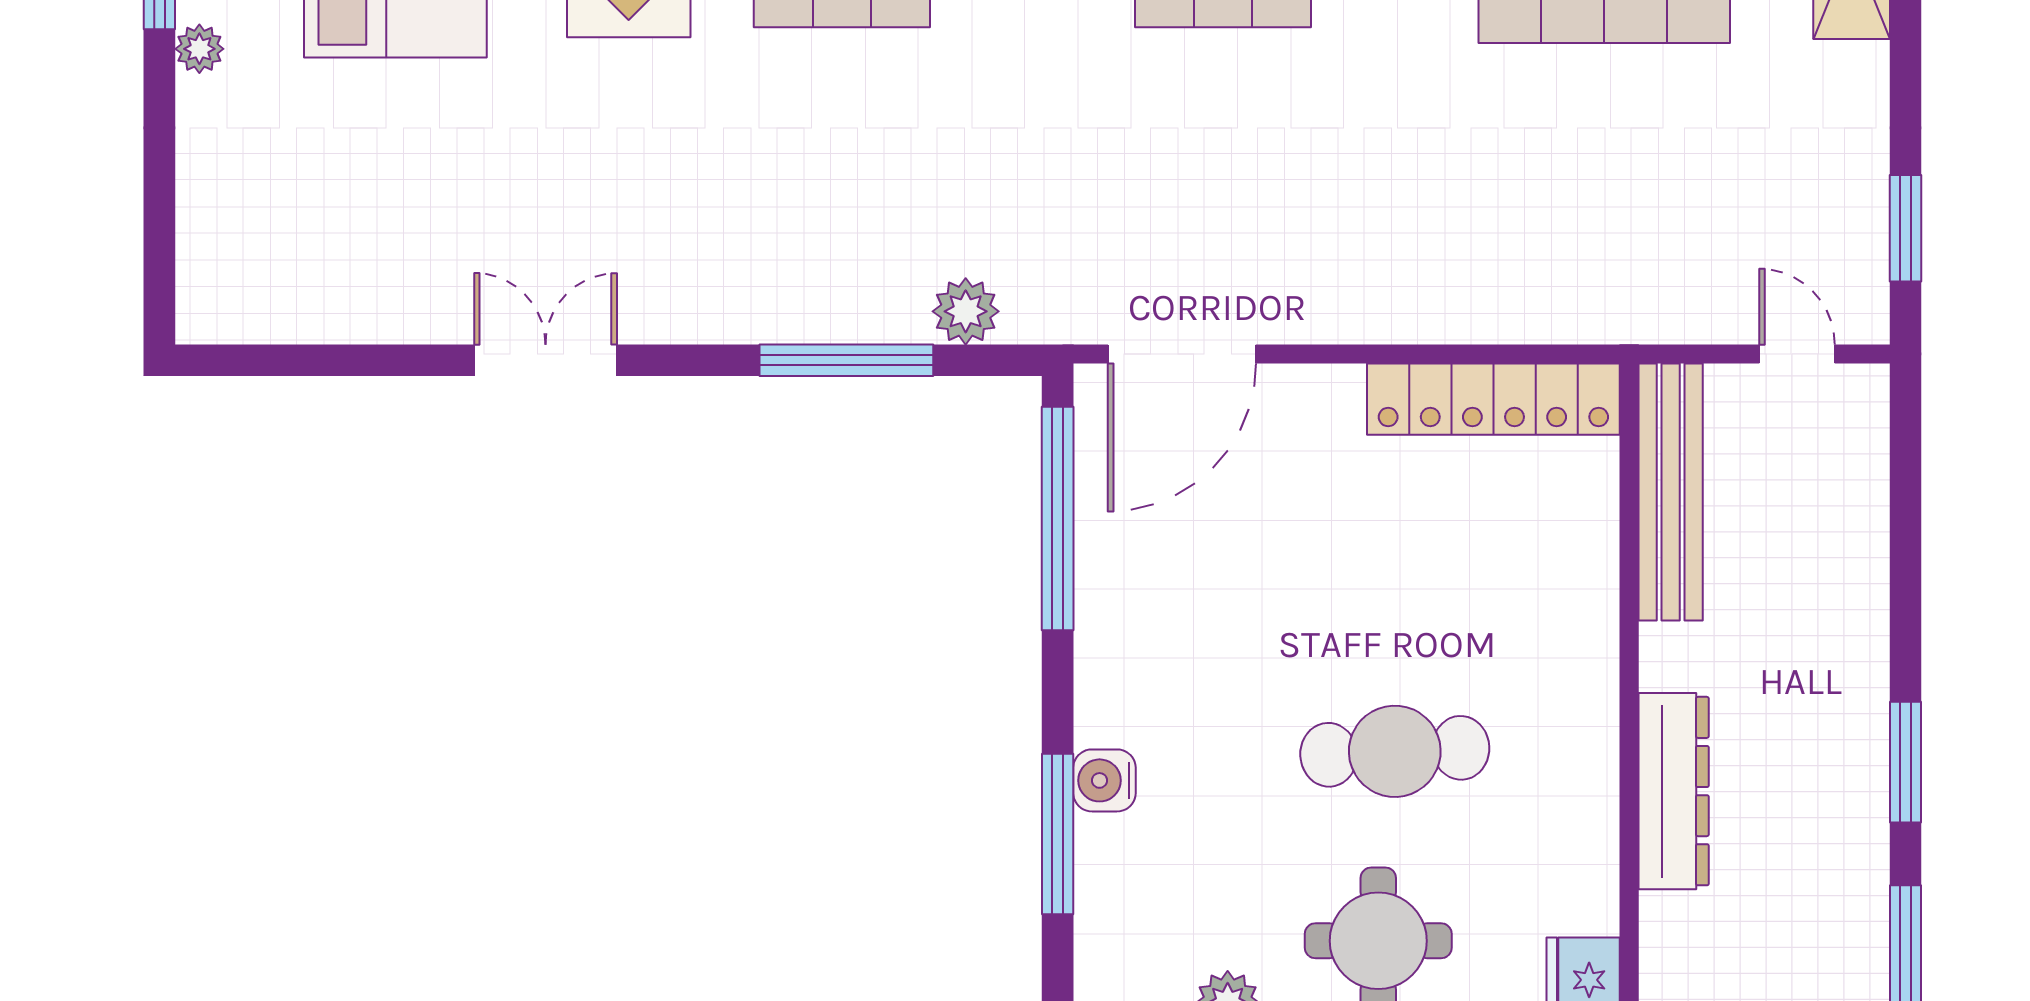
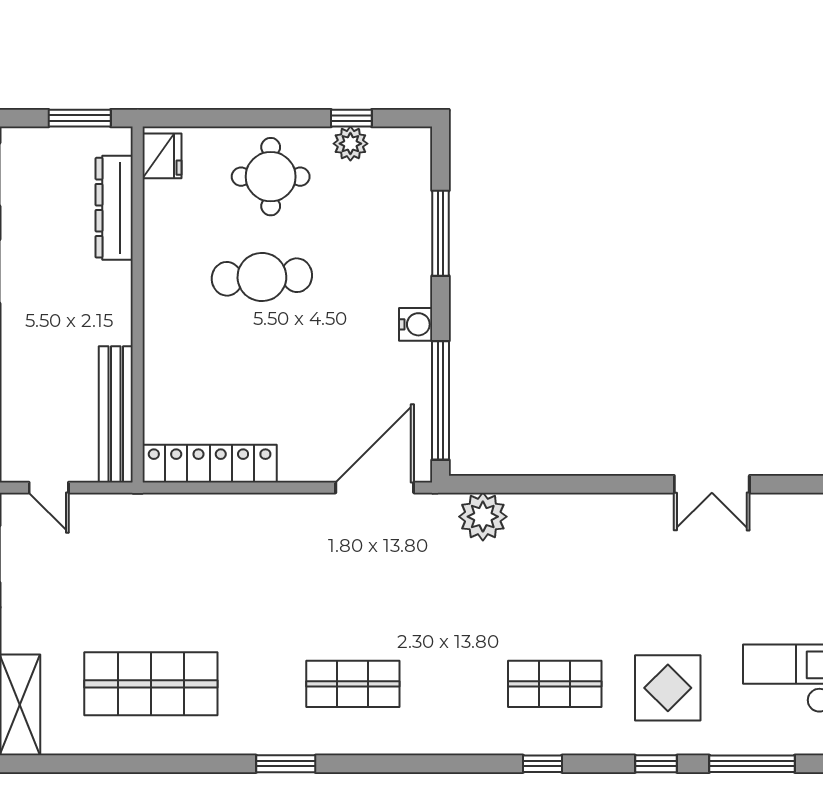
plant: (966, 311) -> (483, 517), width x1.36, depth x1.36
window: (846, 360) -> (552, 484), removed
water cooler: (1104, 780) -> (416, 324), moved
dresser: (1674, 791) -> (114, 208), moved

